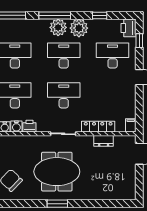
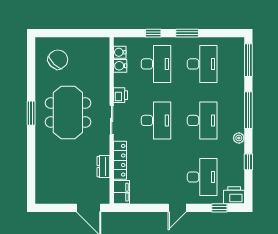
plant: (58, 27) -> (235, 114), removed
plant: (79, 28) -> (239, 138), width x0.53, depth x0.53
filing cabinet: (131, 125) -> (122, 192), width x2.00
printer: (29, 126) -> (121, 95), moved

